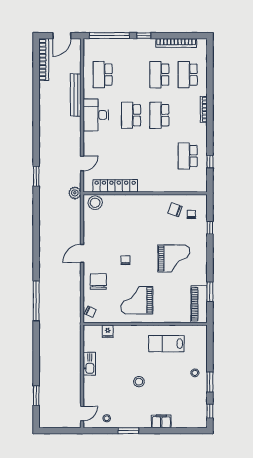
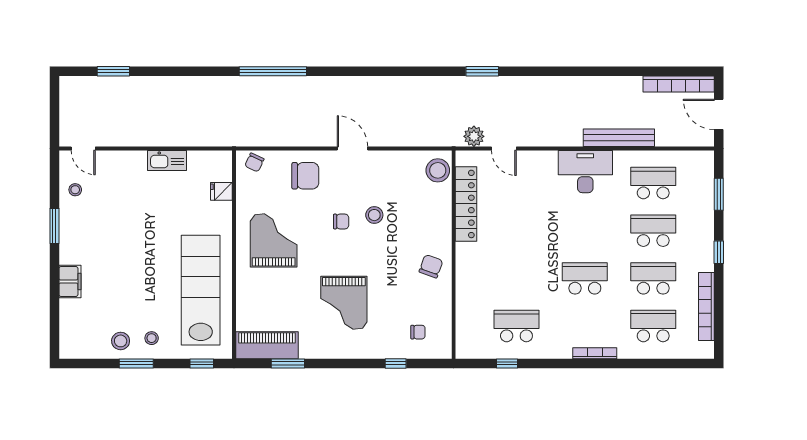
window: (109, 36) -> (719, 194), width x0.47
school desk: (131, 115) -> (653, 231), moved
plant: (75, 193) -> (474, 136), moved
chair: (175, 210) -> (431, 266), moved
stool: (122, 240) -> (374, 215), added
lab bench: (166, 344) -> (201, 290), width x1.86, depth x1.39
stool: (139, 382) -> (121, 341), moved
window: (210, 411) -> (202, 363), moved

